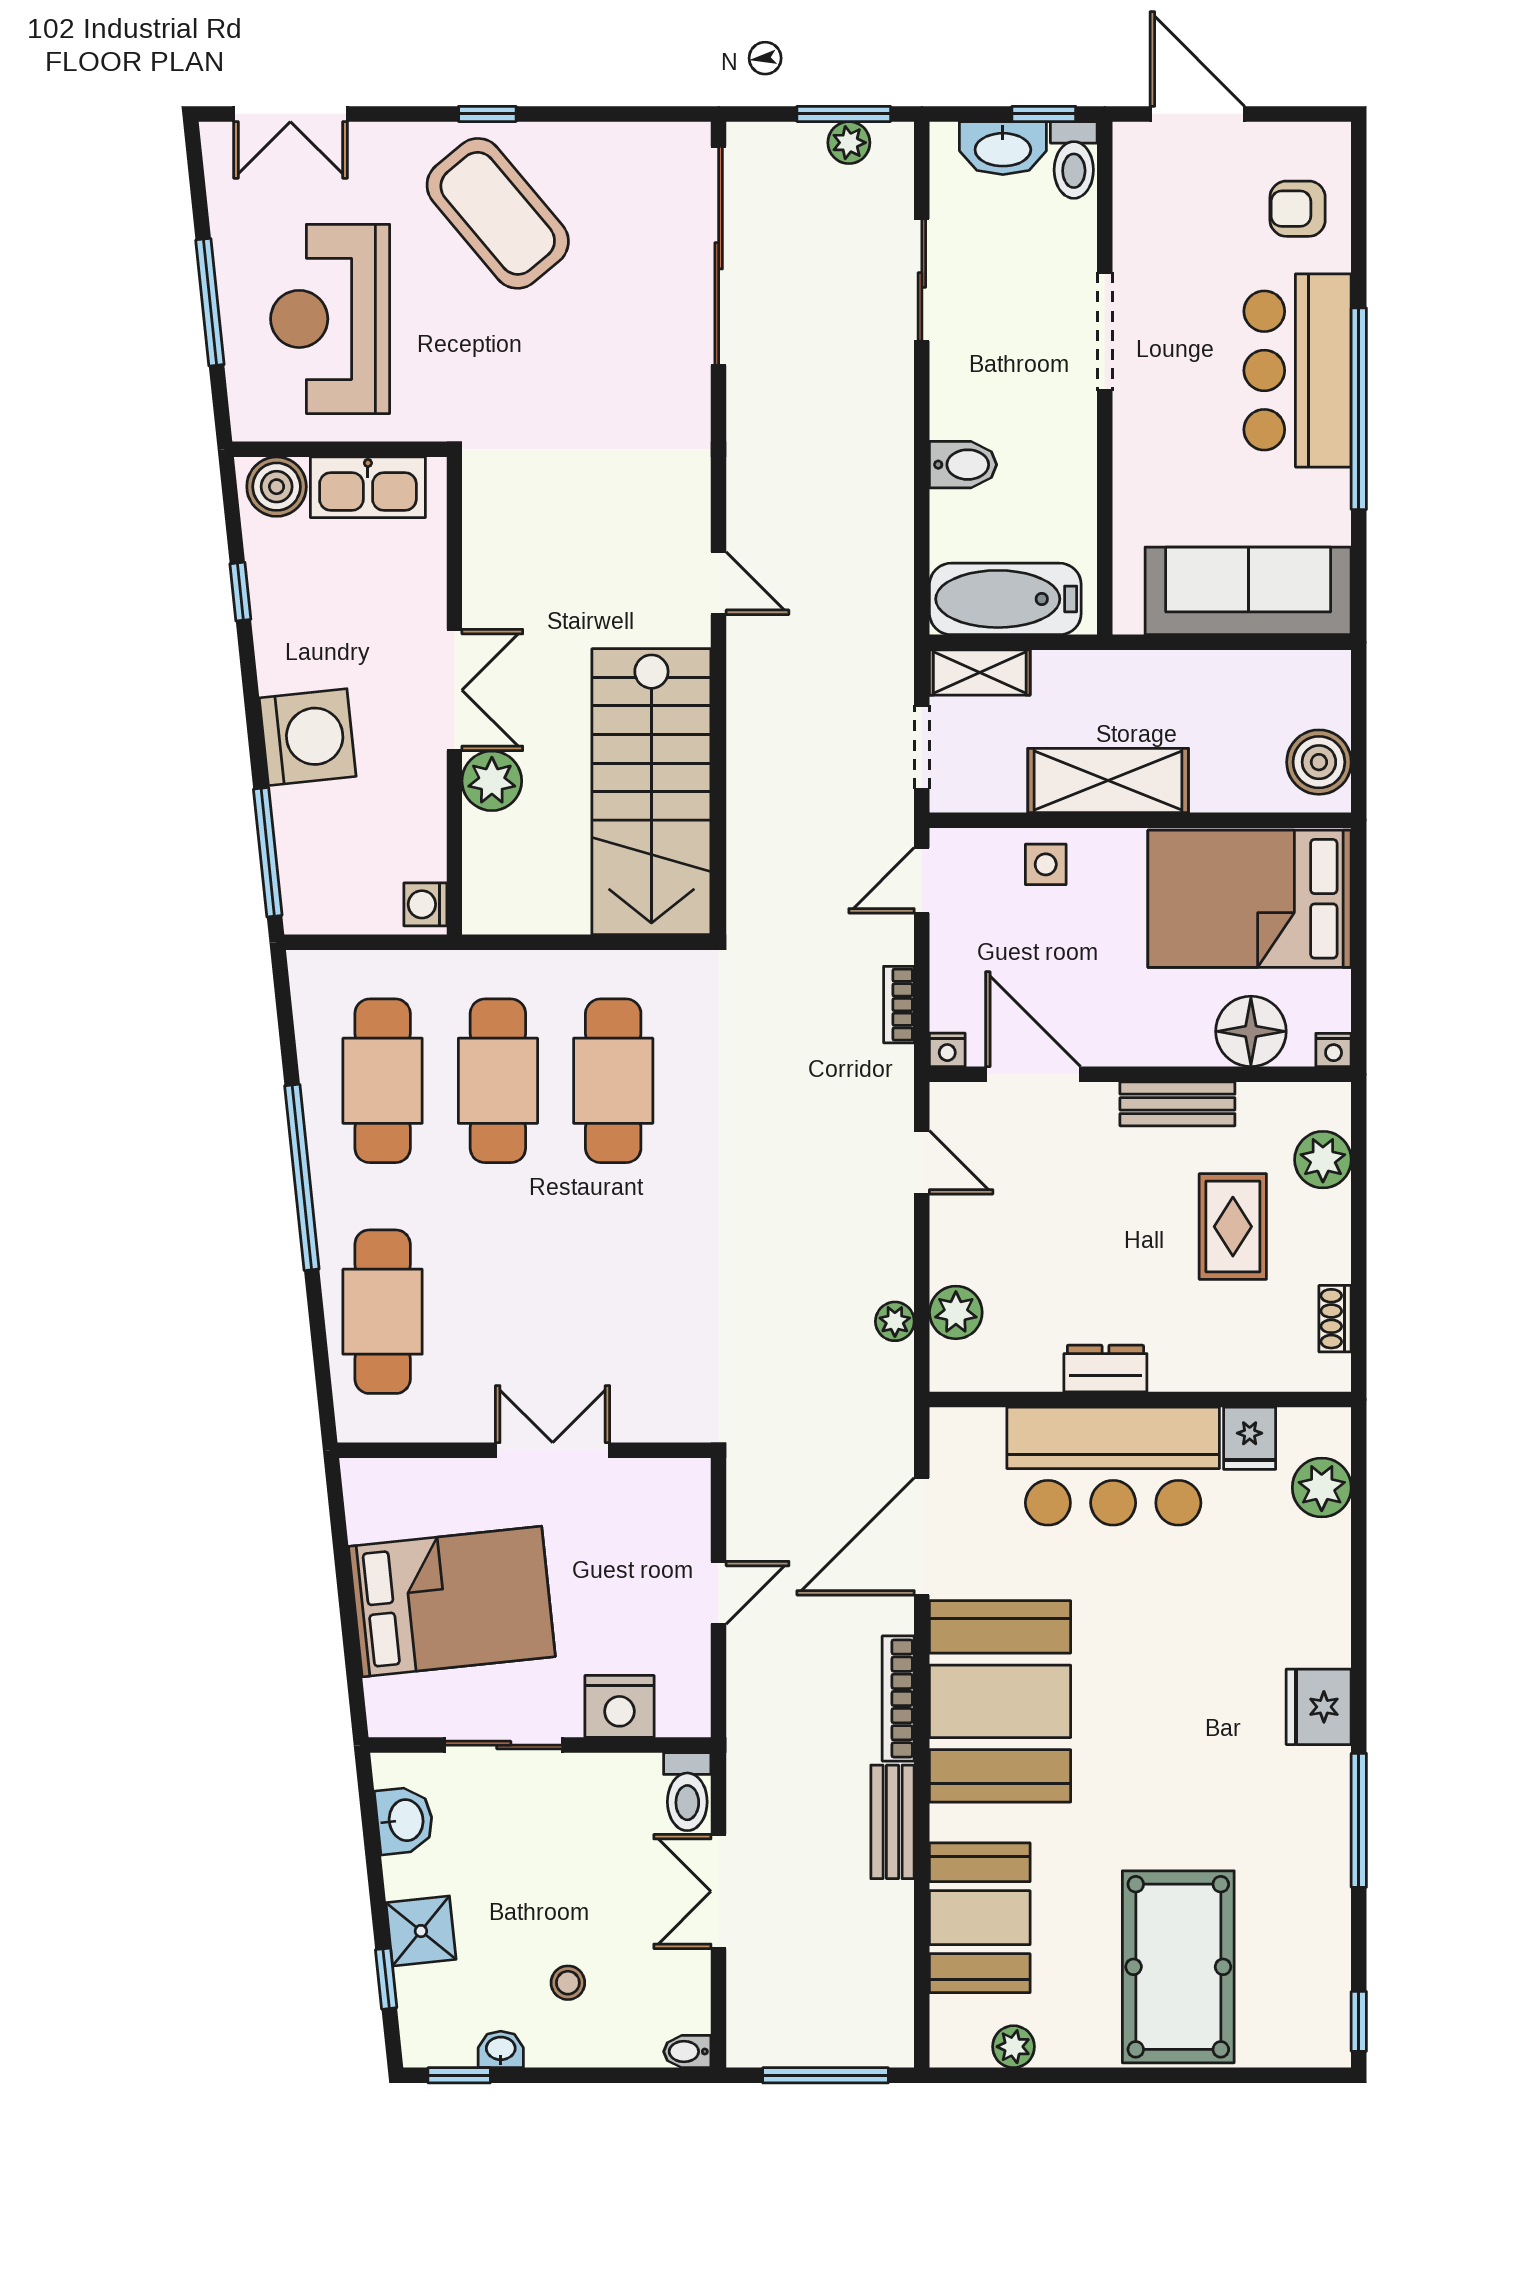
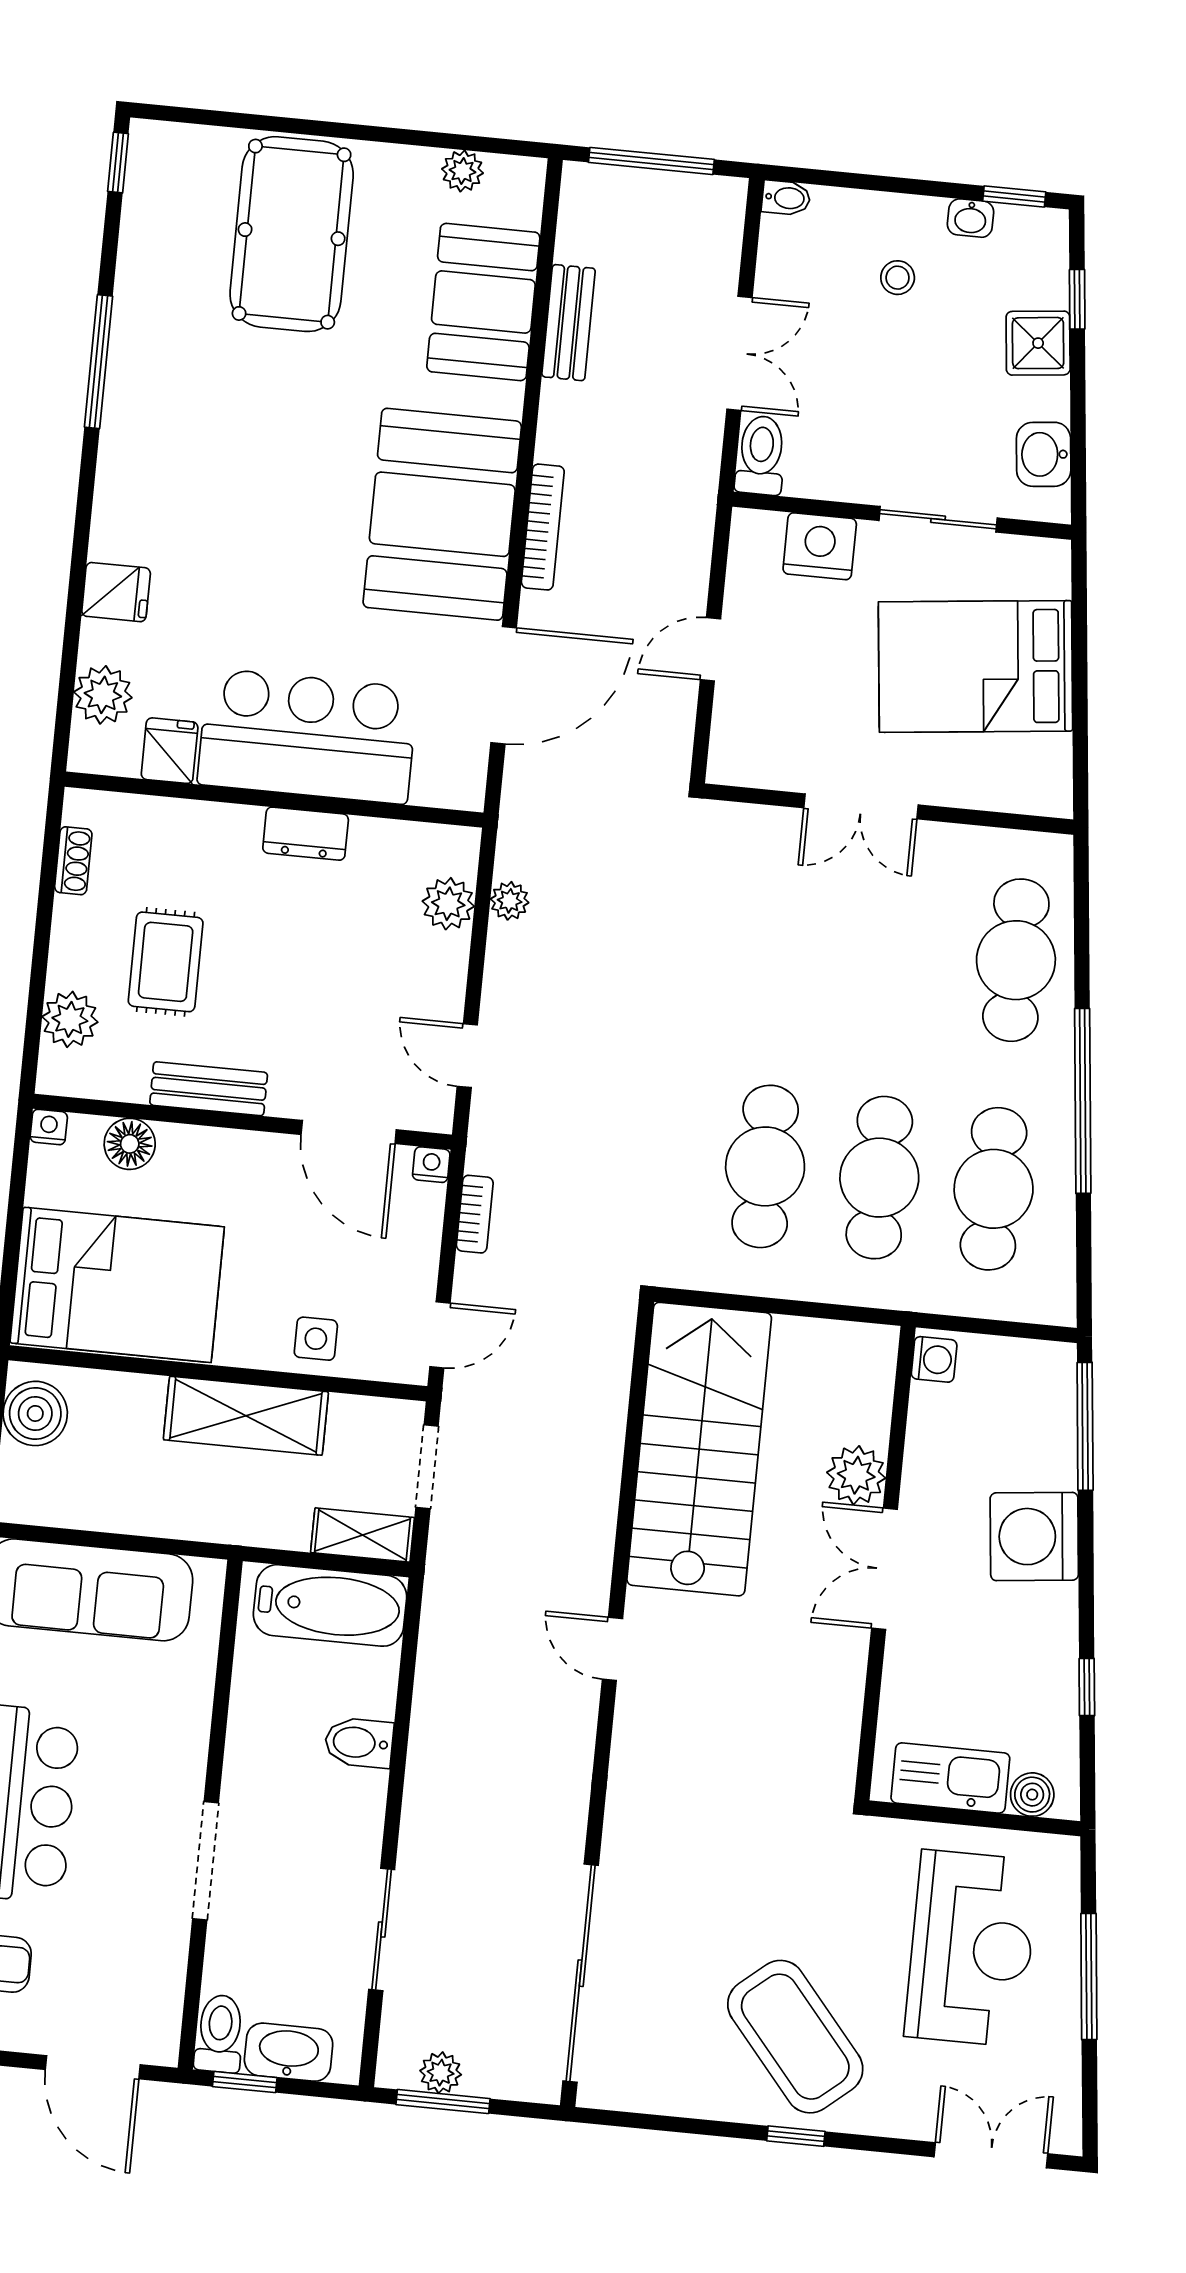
boiler: (277, 487) -> (1032, 1795), width x0.73, depth x0.73
floor lamp: (1251, 1031) -> (130, 1144), width x0.73, depth x0.73
fridge: (1319, 1707) -> (116, 592), moved, width x0.72
bench: (893, 1822) -> (569, 323), moved

